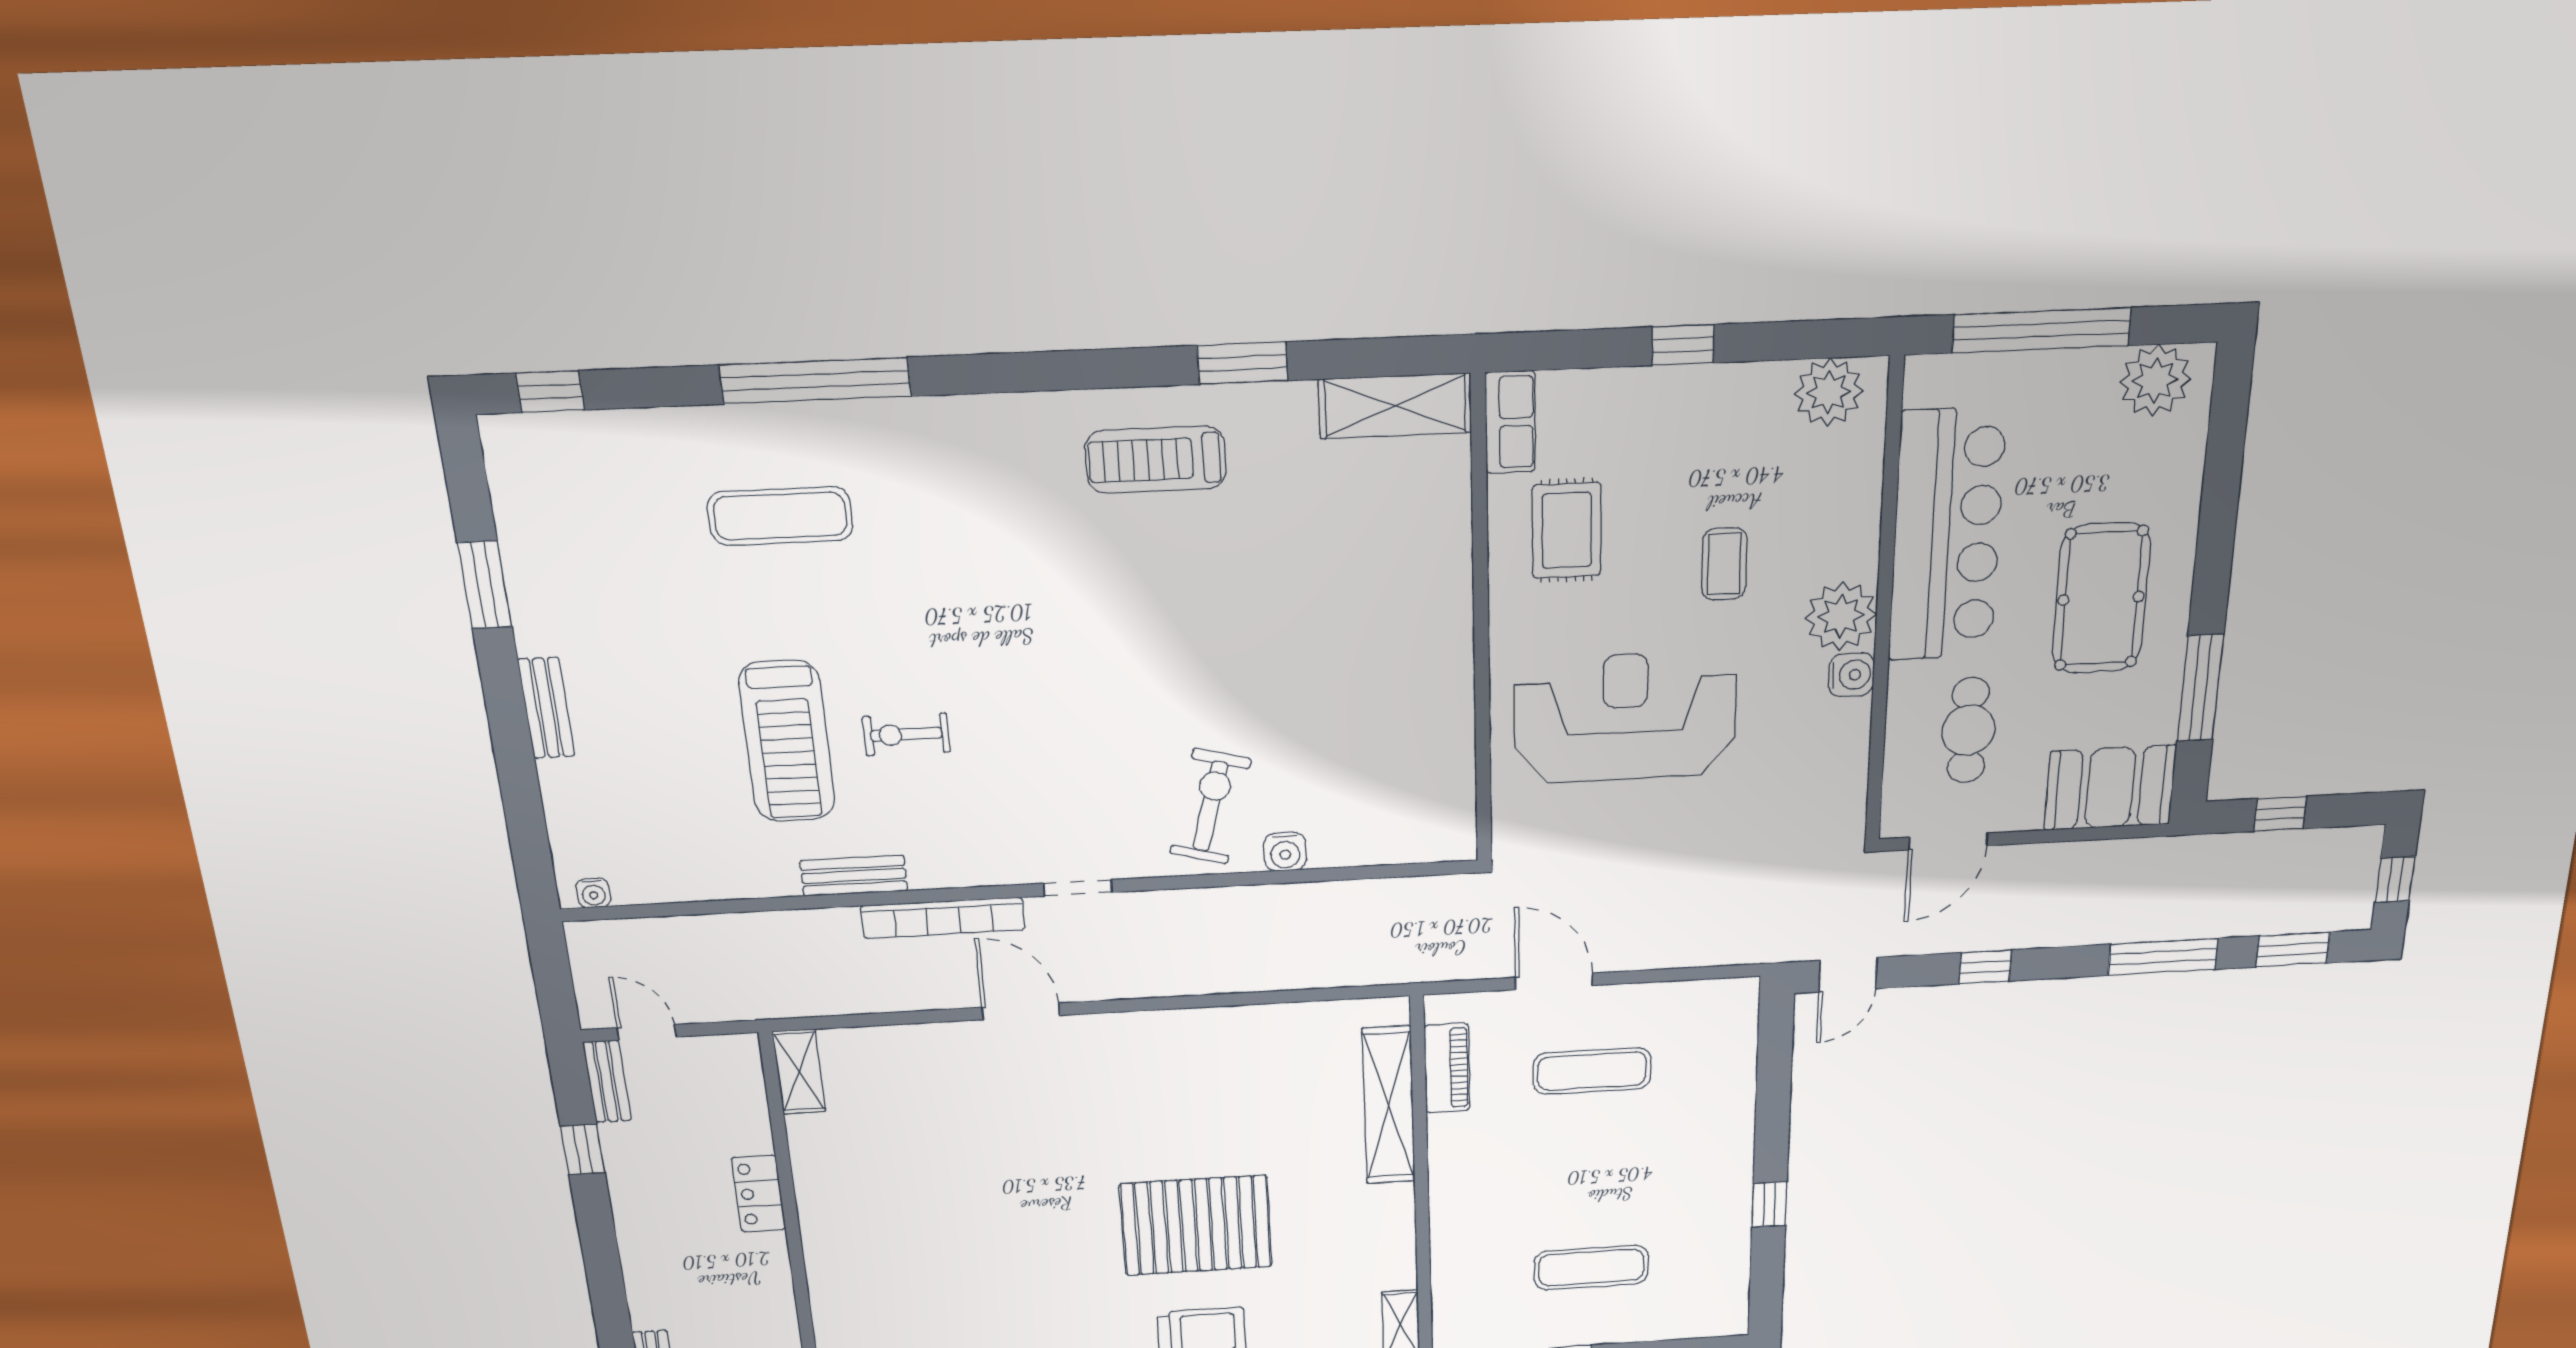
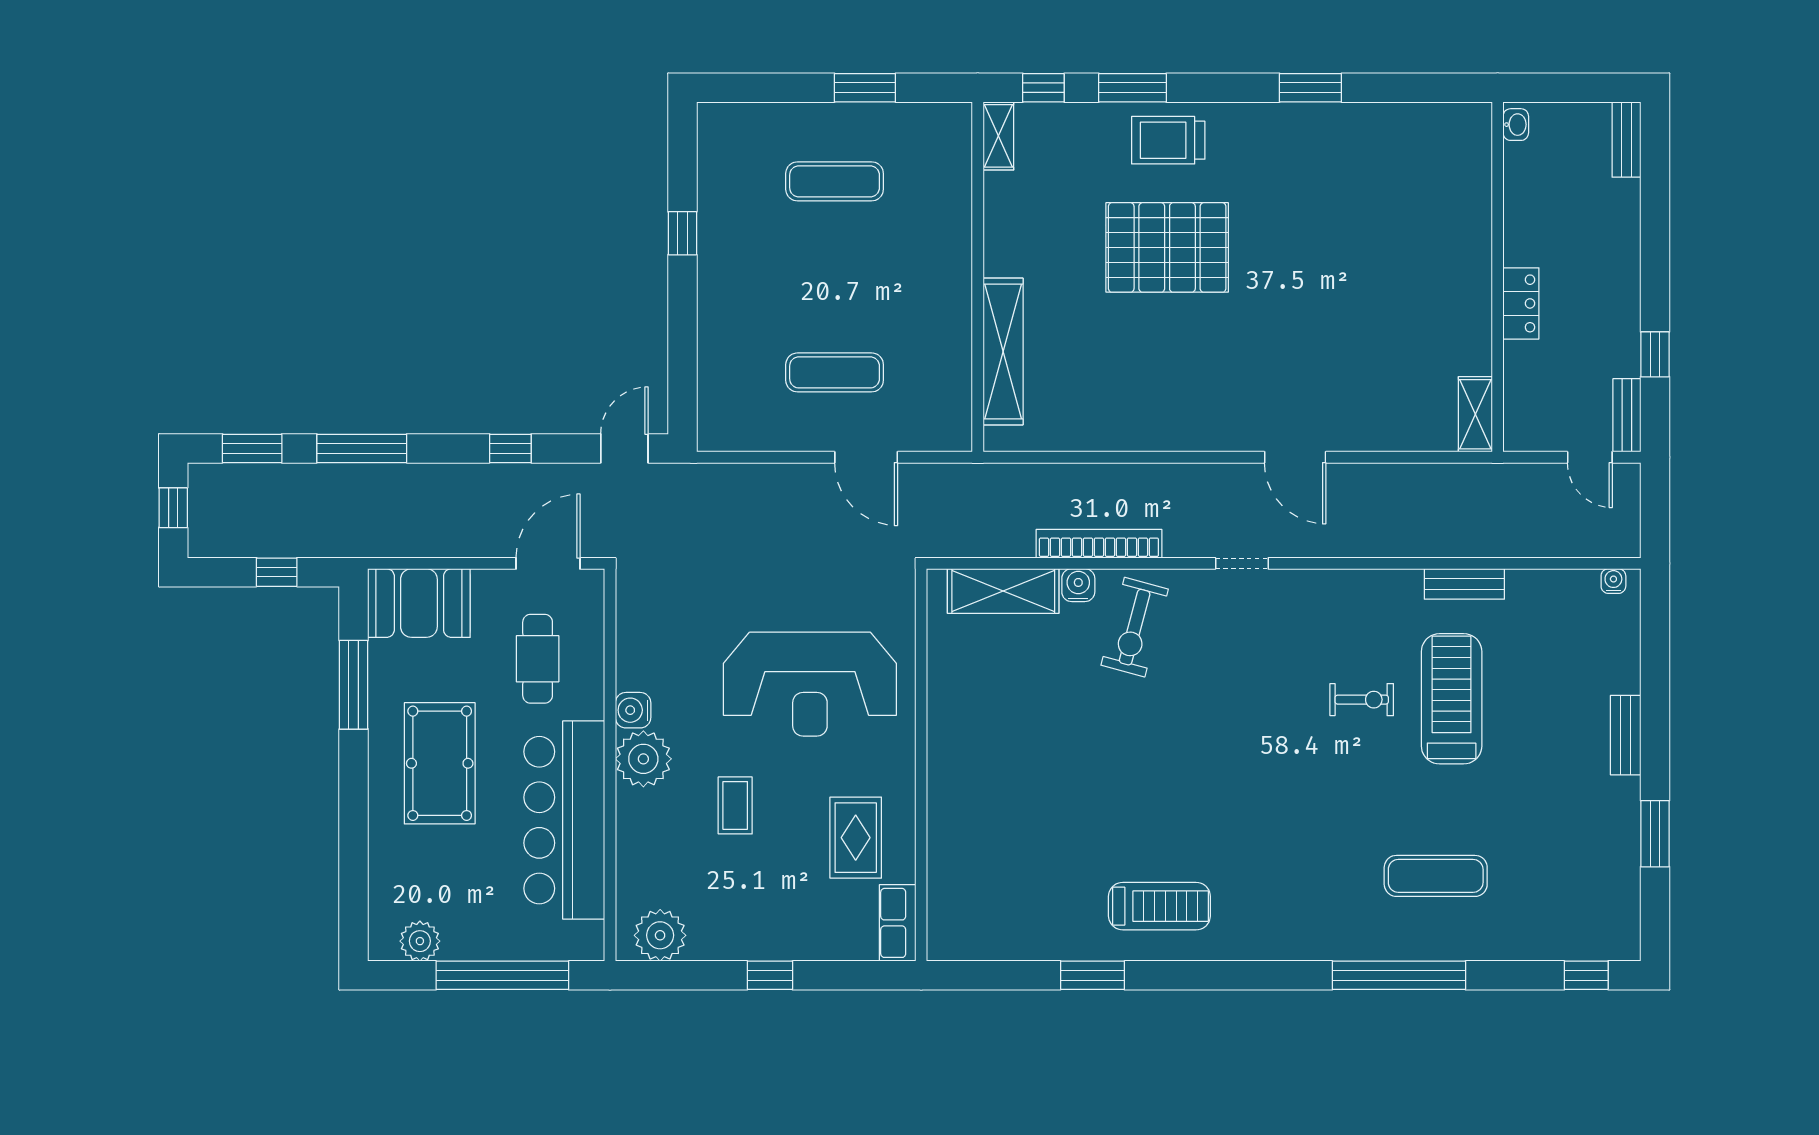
plant: (2155, 380) -> (420, 941), width x0.73, depth x0.73
shelving: (1395, 406) -> (1003, 591), moved
bench: (854, 876) -> (1464, 584), moved
bookcase: (943, 918) -> (1099, 544), moved
piano: (1447, 1068) -> (954, 383), removed

